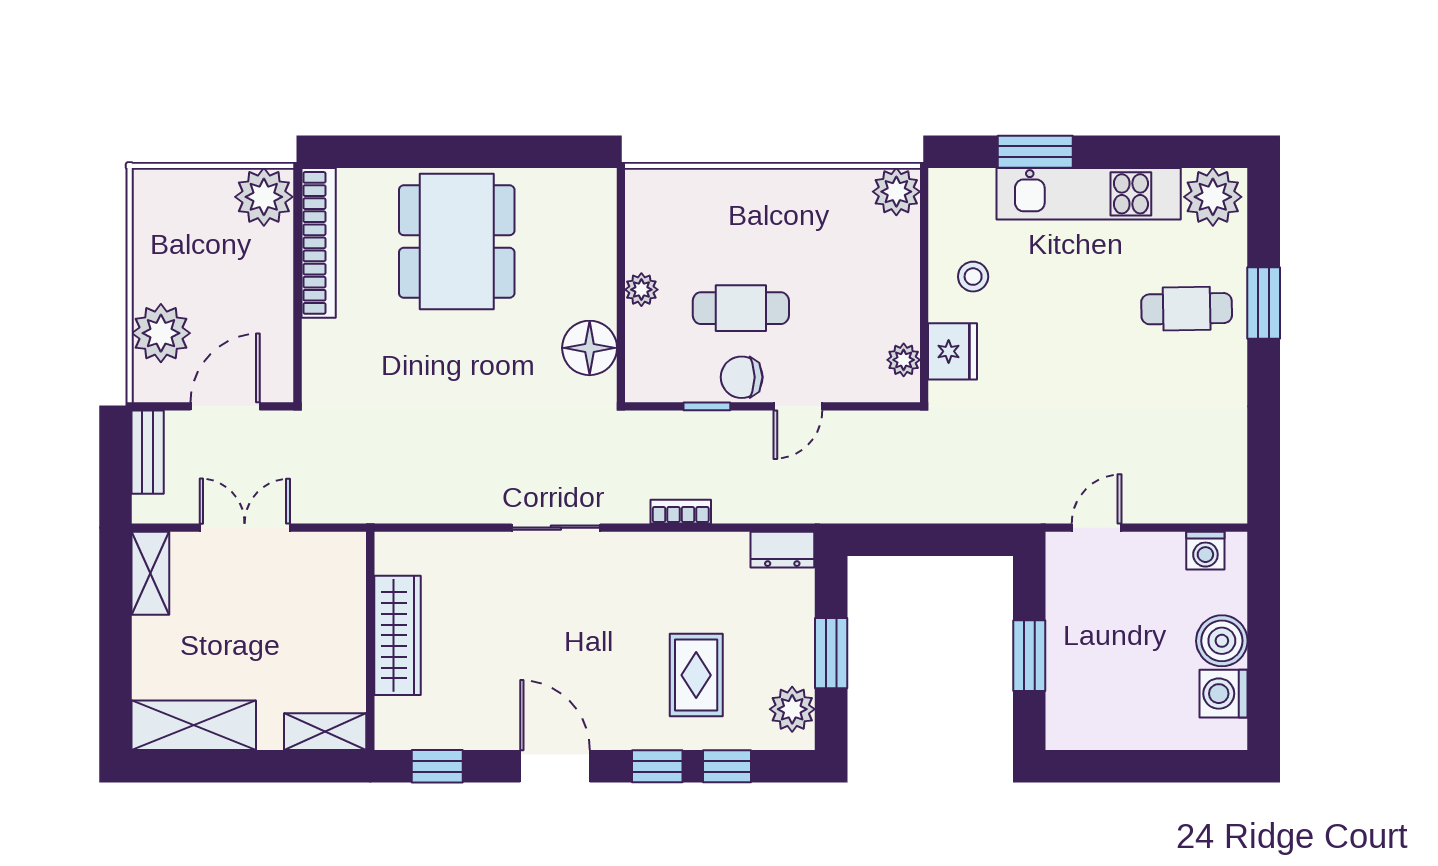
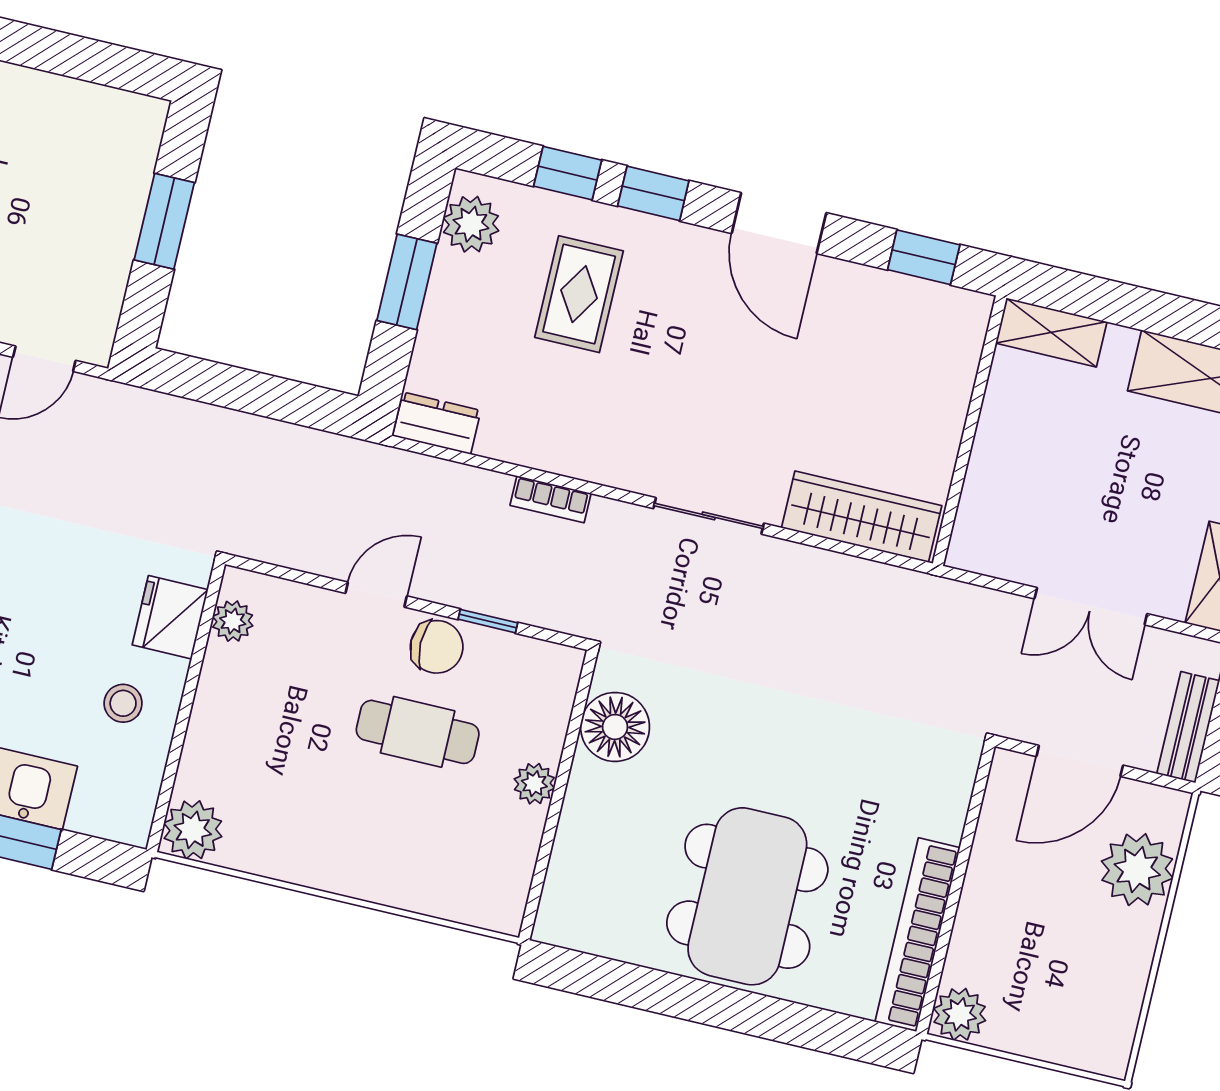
plant: (264, 197) -> (960, 1014), width x0.73, depth x0.73
wardrobe: (397, 635) -> (862, 517), moved, turned 90

